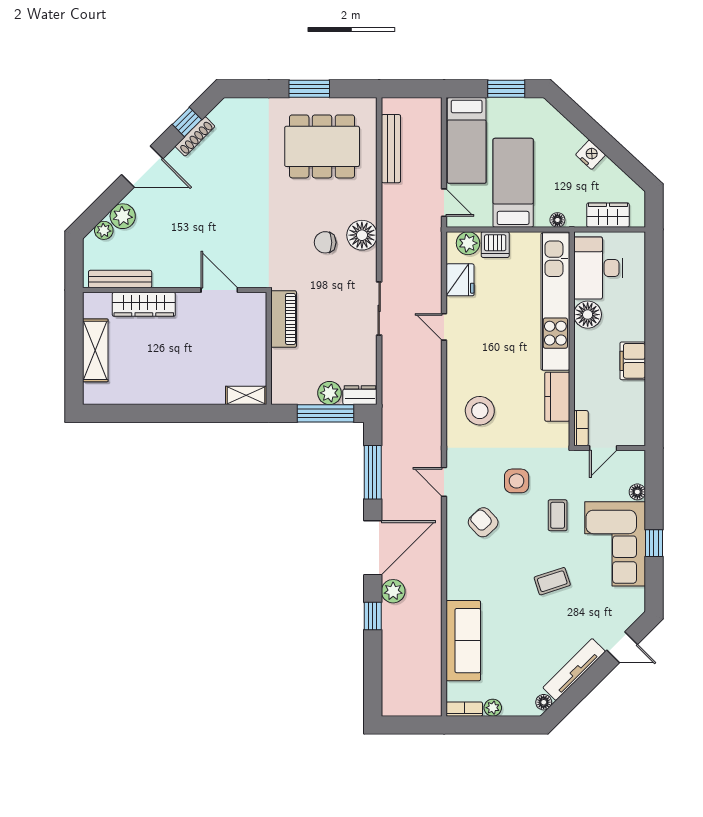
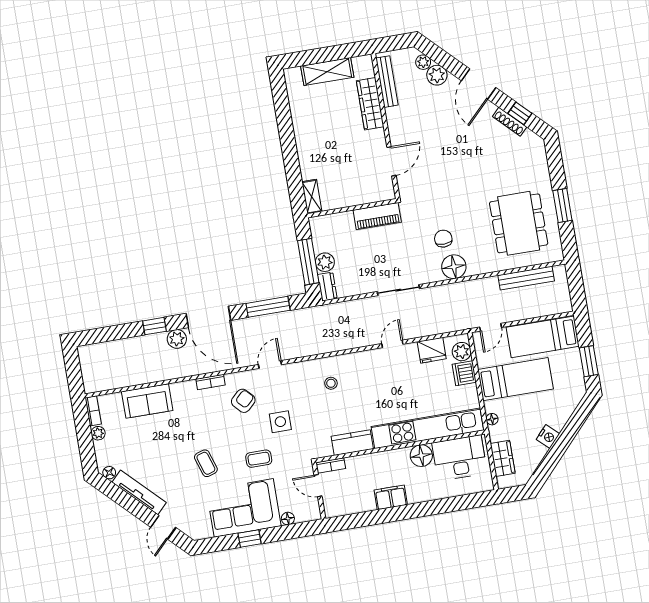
stool: (480, 411) -> (331, 383), width x0.53, depth x0.53
bookcase: (453, 559) -> (211, 382), added
sofa: (463, 641) -> (147, 401), width x0.73

